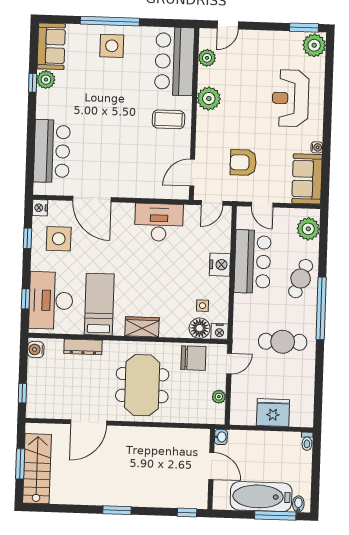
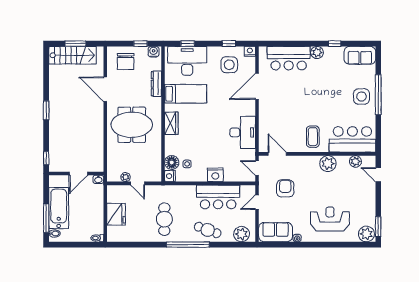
plant: (46, 80) -> (317, 53), moved
chair: (193, 358) -> (126, 62), moved
door: (229, 364) -> (138, 183), moved
window: (22, 393) -> (140, 44), moved

